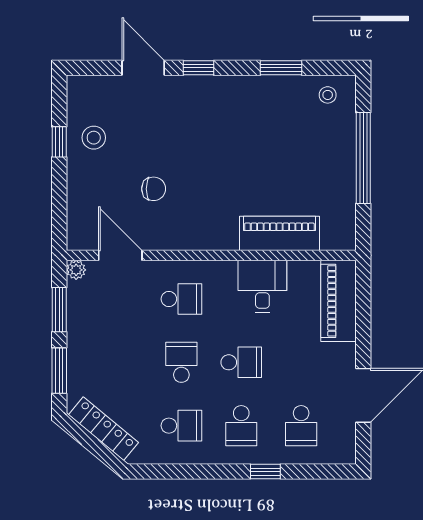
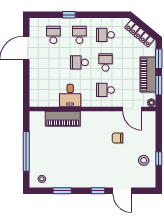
piano: (339, 301) -> (148, 75), moved, turned 180
school desk: (181, 362) -> (105, 62), turned 180

